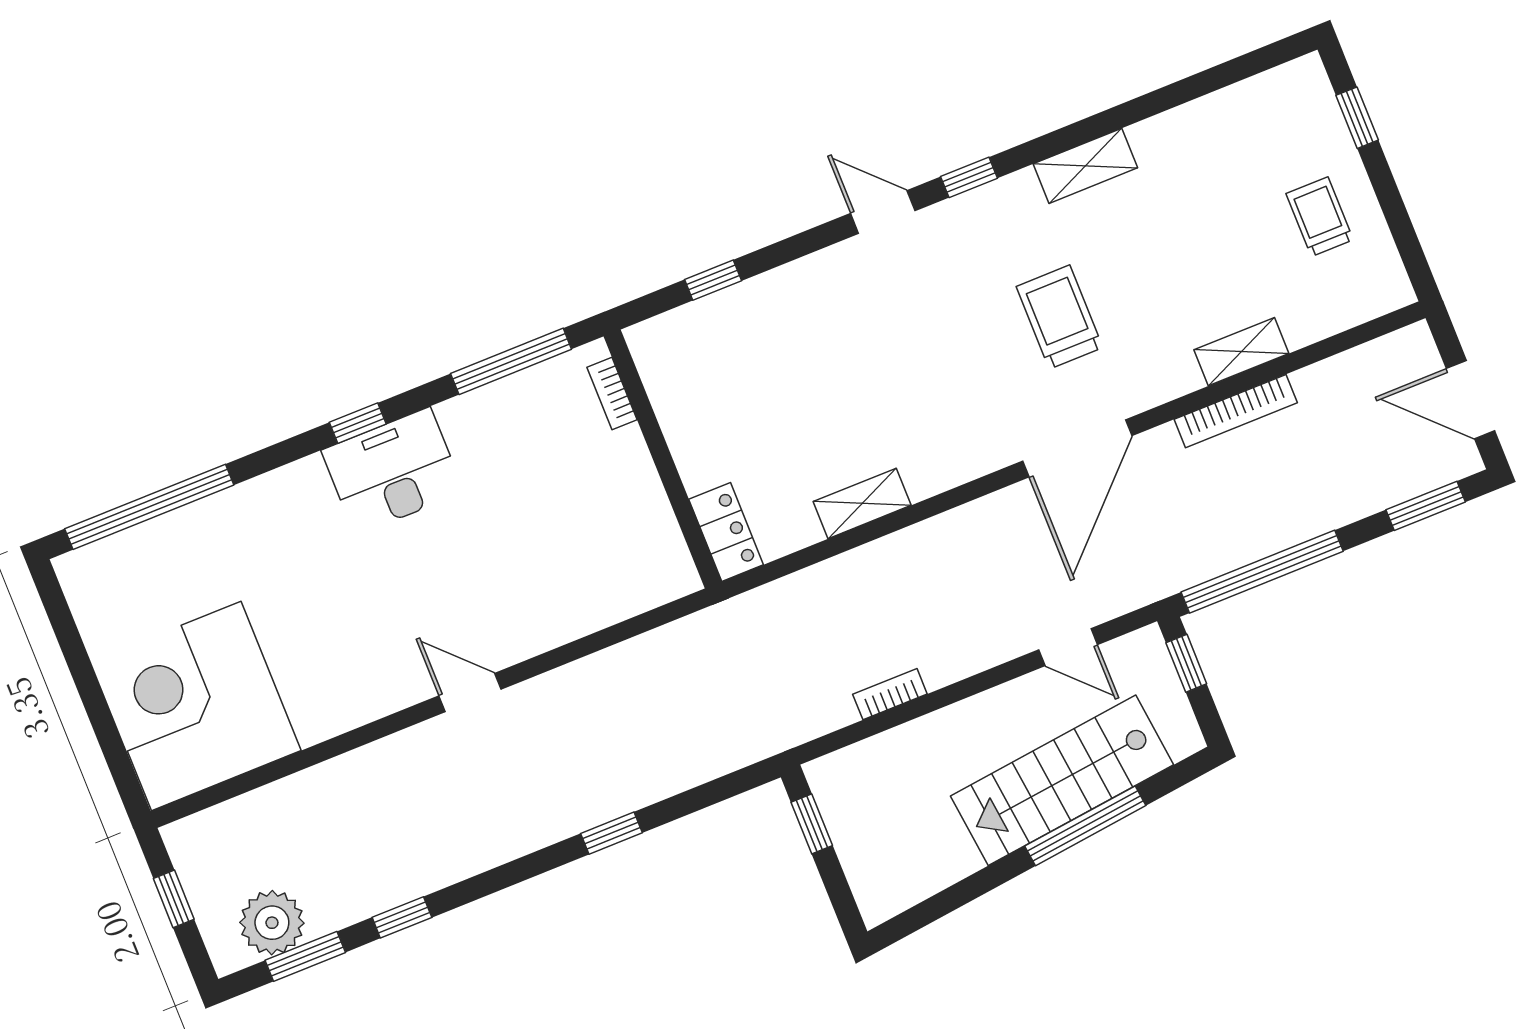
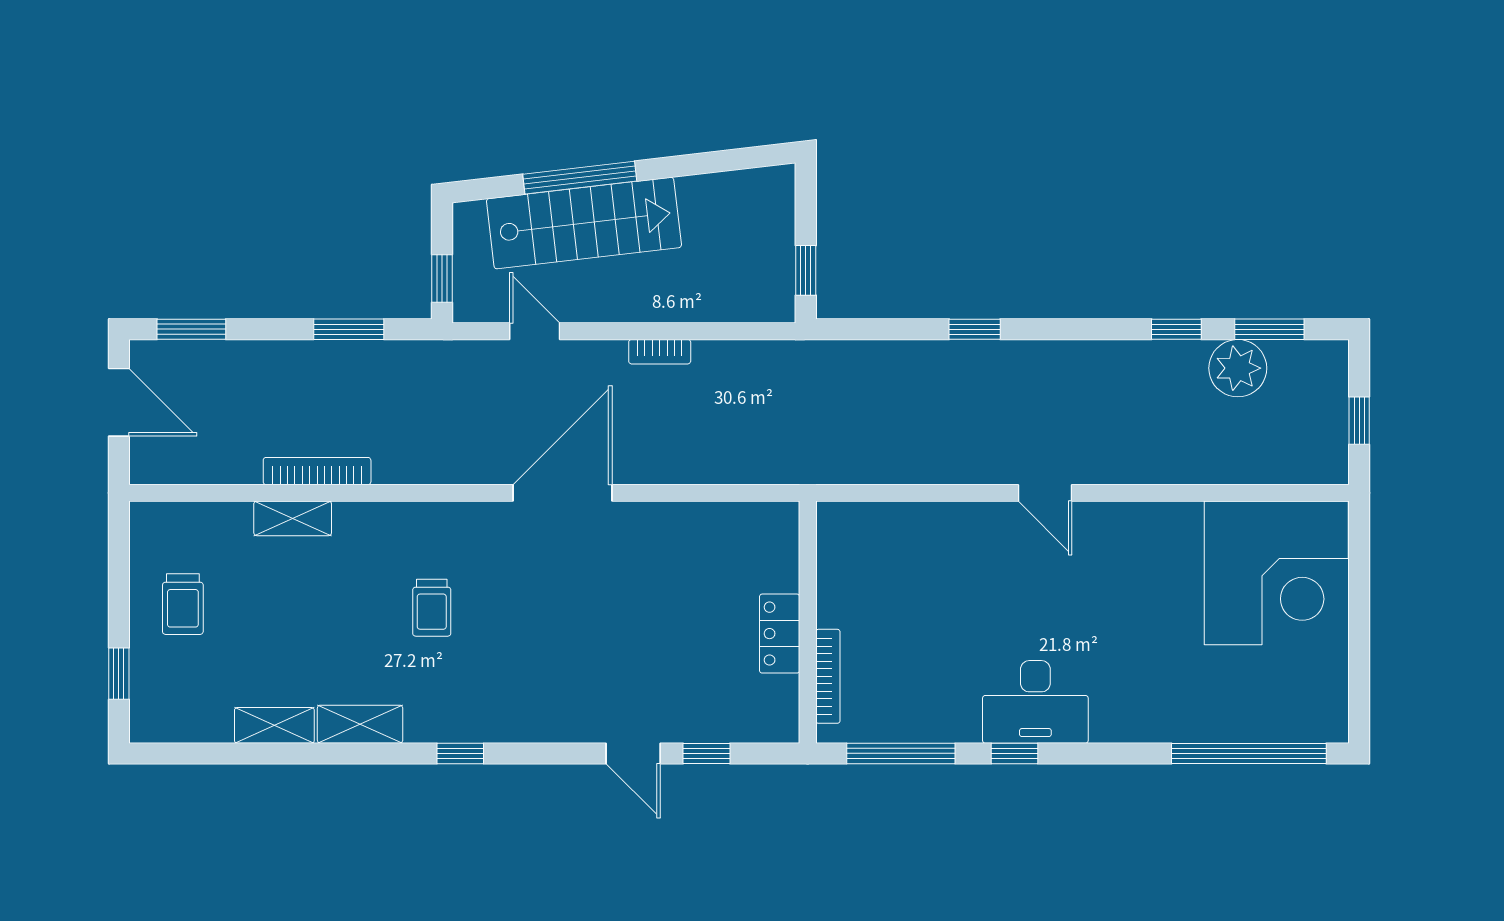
door: (883, 212) -> (633, 753), moved
trolley: (1060, 317) -> (432, 608), width x0.73, depth x0.72
bookcase: (612, 393) -> (828, 676), width x1.56
window: (358, 423) -> (1014, 753), moved
door: (1077, 448) -> (563, 493), moved
shelving: (862, 503) -> (274, 725), moved
locker: (726, 532) -> (780, 634), moved
window: (1262, 572) -> (349, 329), width x0.47
bookcase: (890, 694) -> (660, 352), moved
plant: (272, 923) -> (1238, 368), moved

